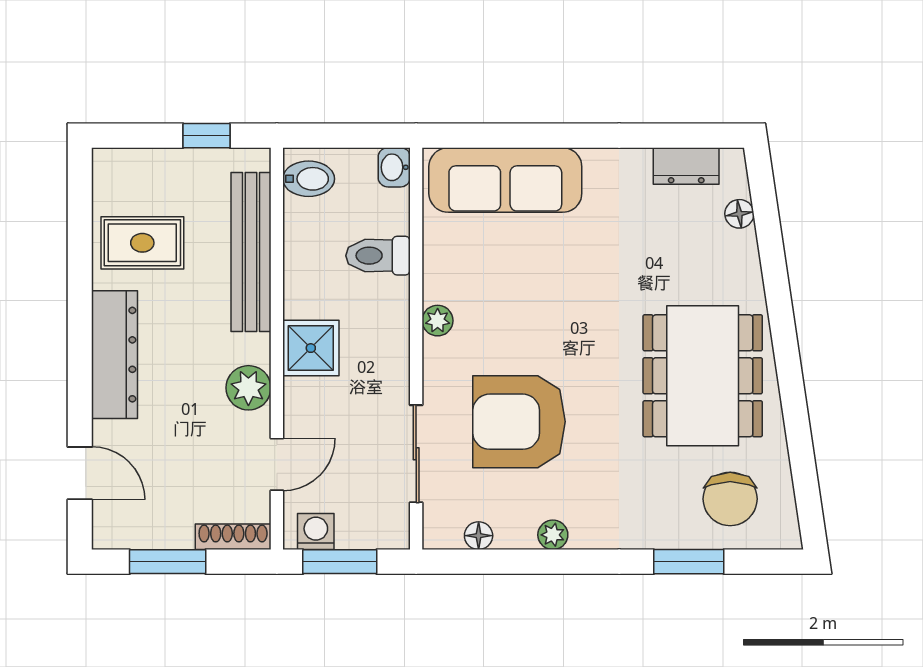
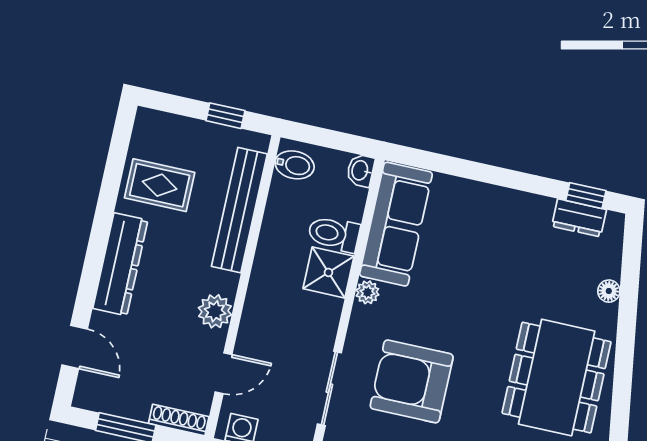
window: (689, 136) -> (586, 196), added
sofa: (505, 180) -> (396, 224), moved, turned -90
floor lamp: (739, 214) -> (609, 291), moved
shower: (311, 348) -> (328, 272), moved

